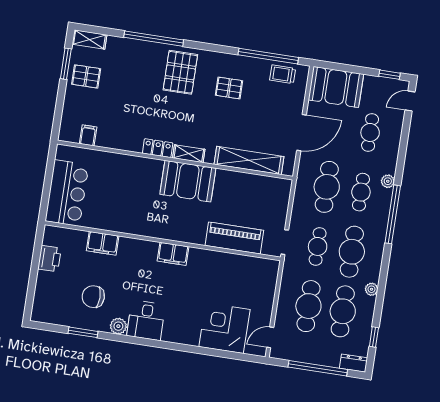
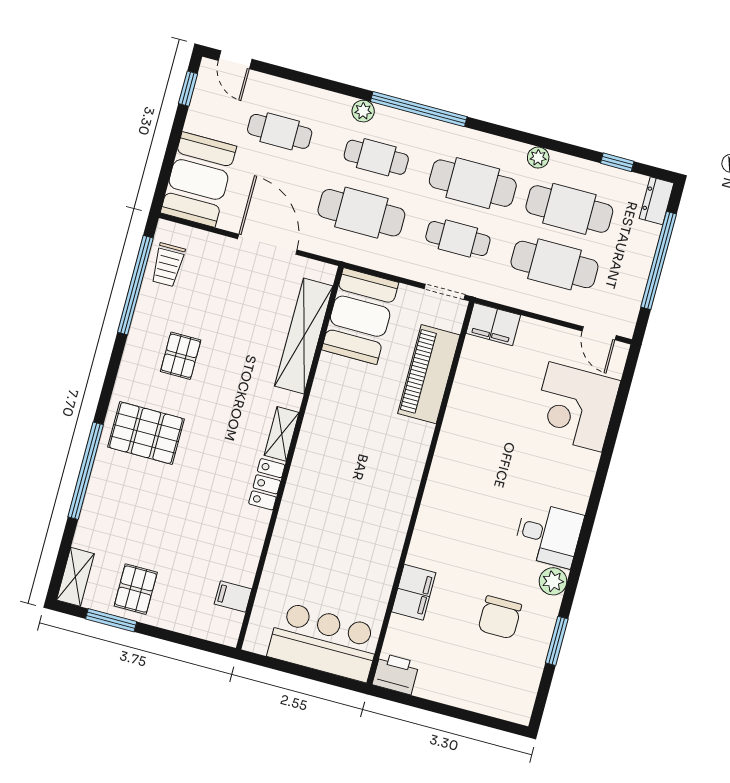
booth: (188, 181) -> (360, 316), moved
filing cabinet: (173, 254) -> (493, 324), moved, turned 90
printer: (49, 259) -> (396, 674), moved

